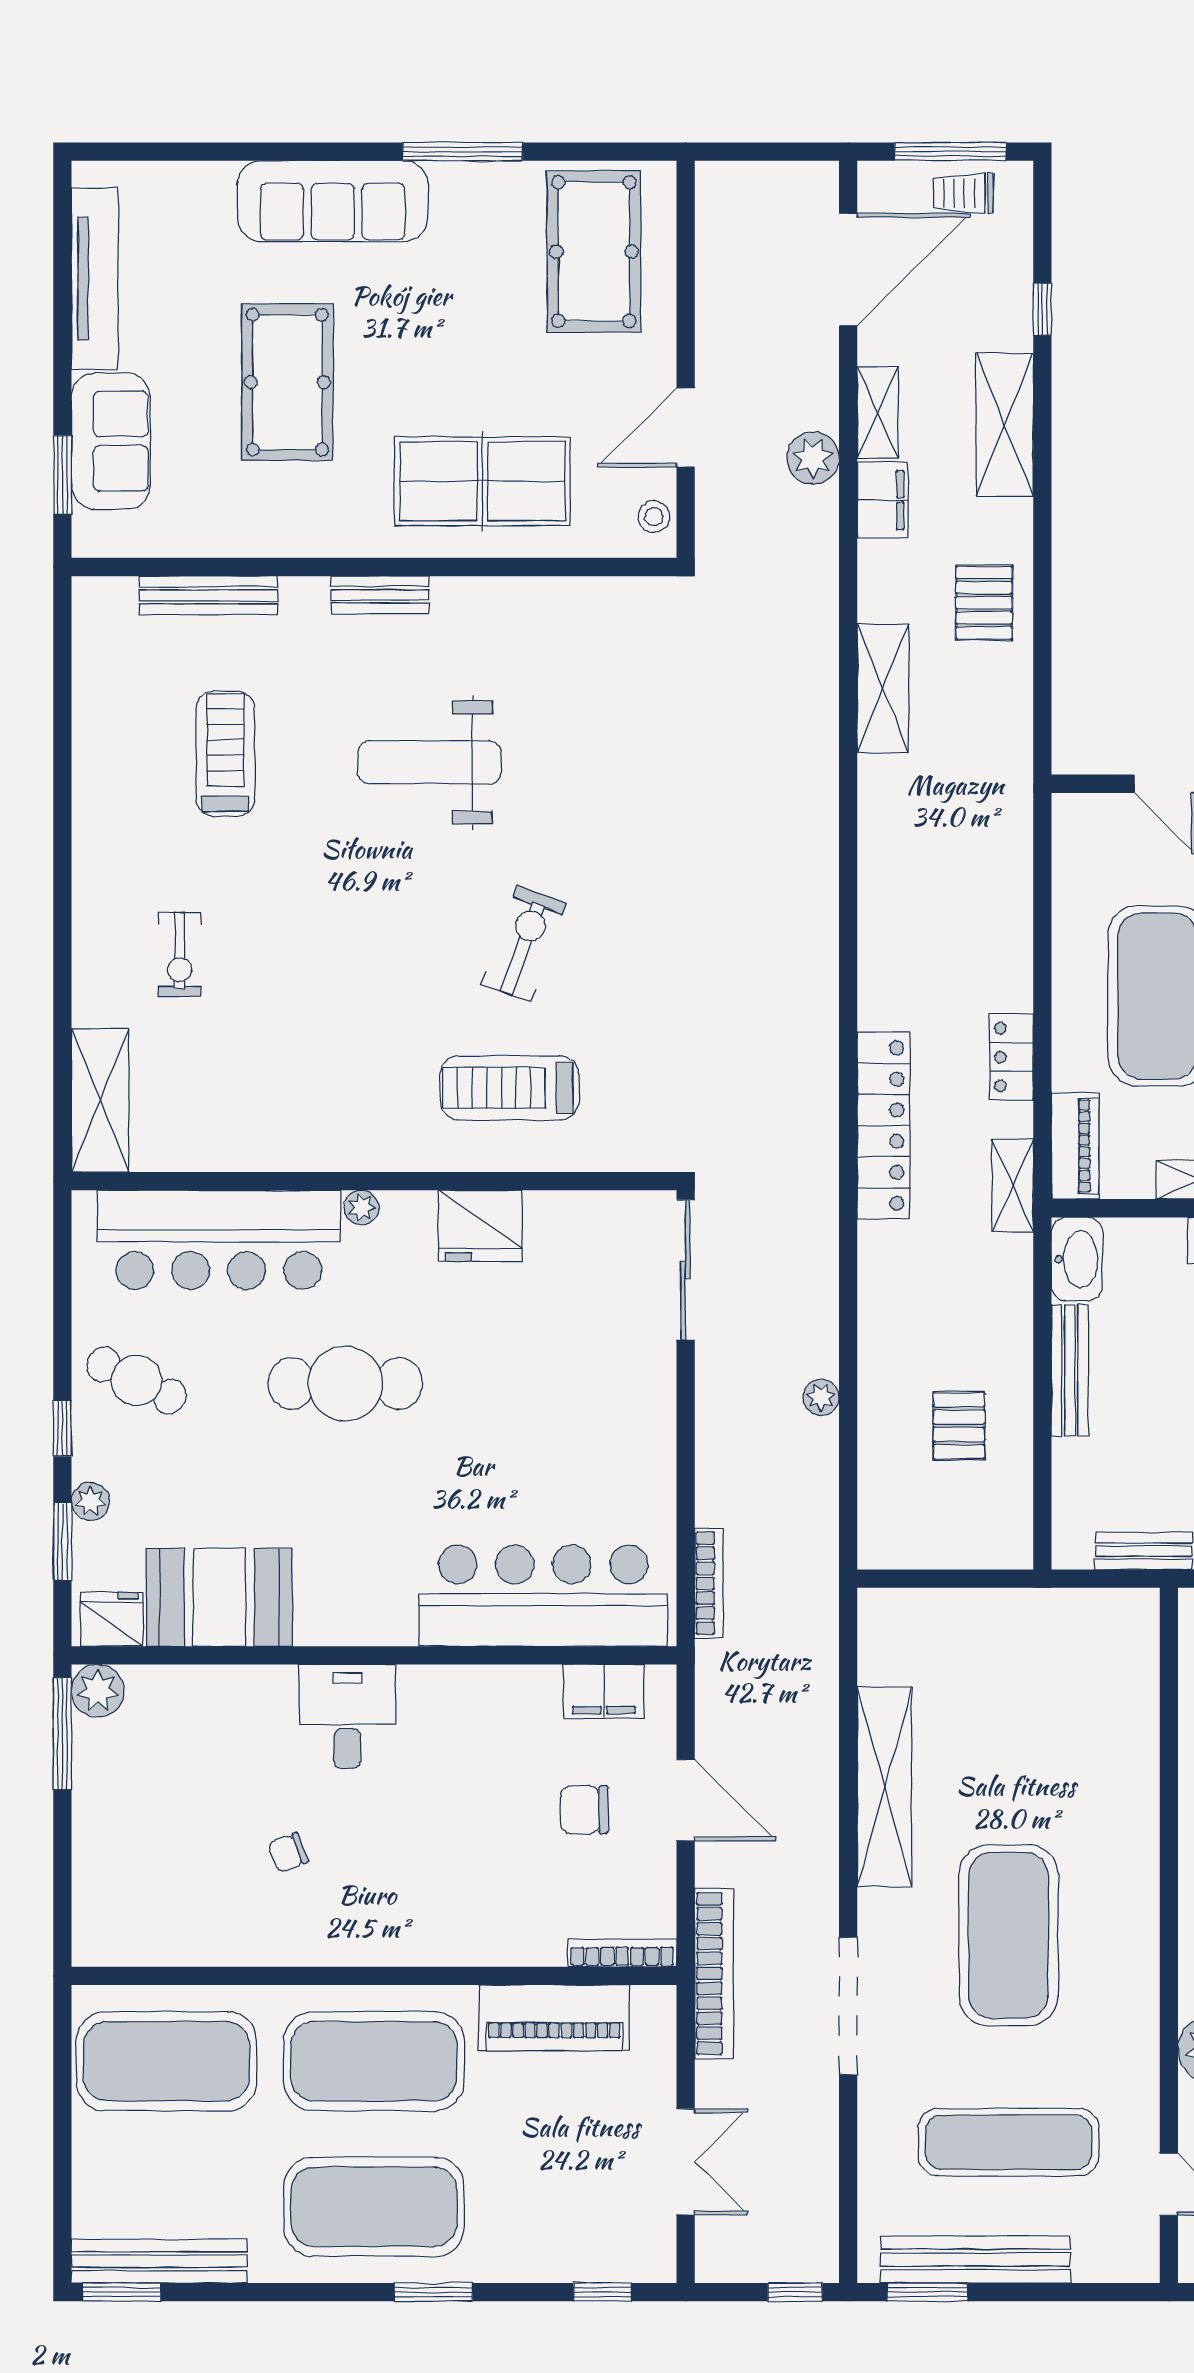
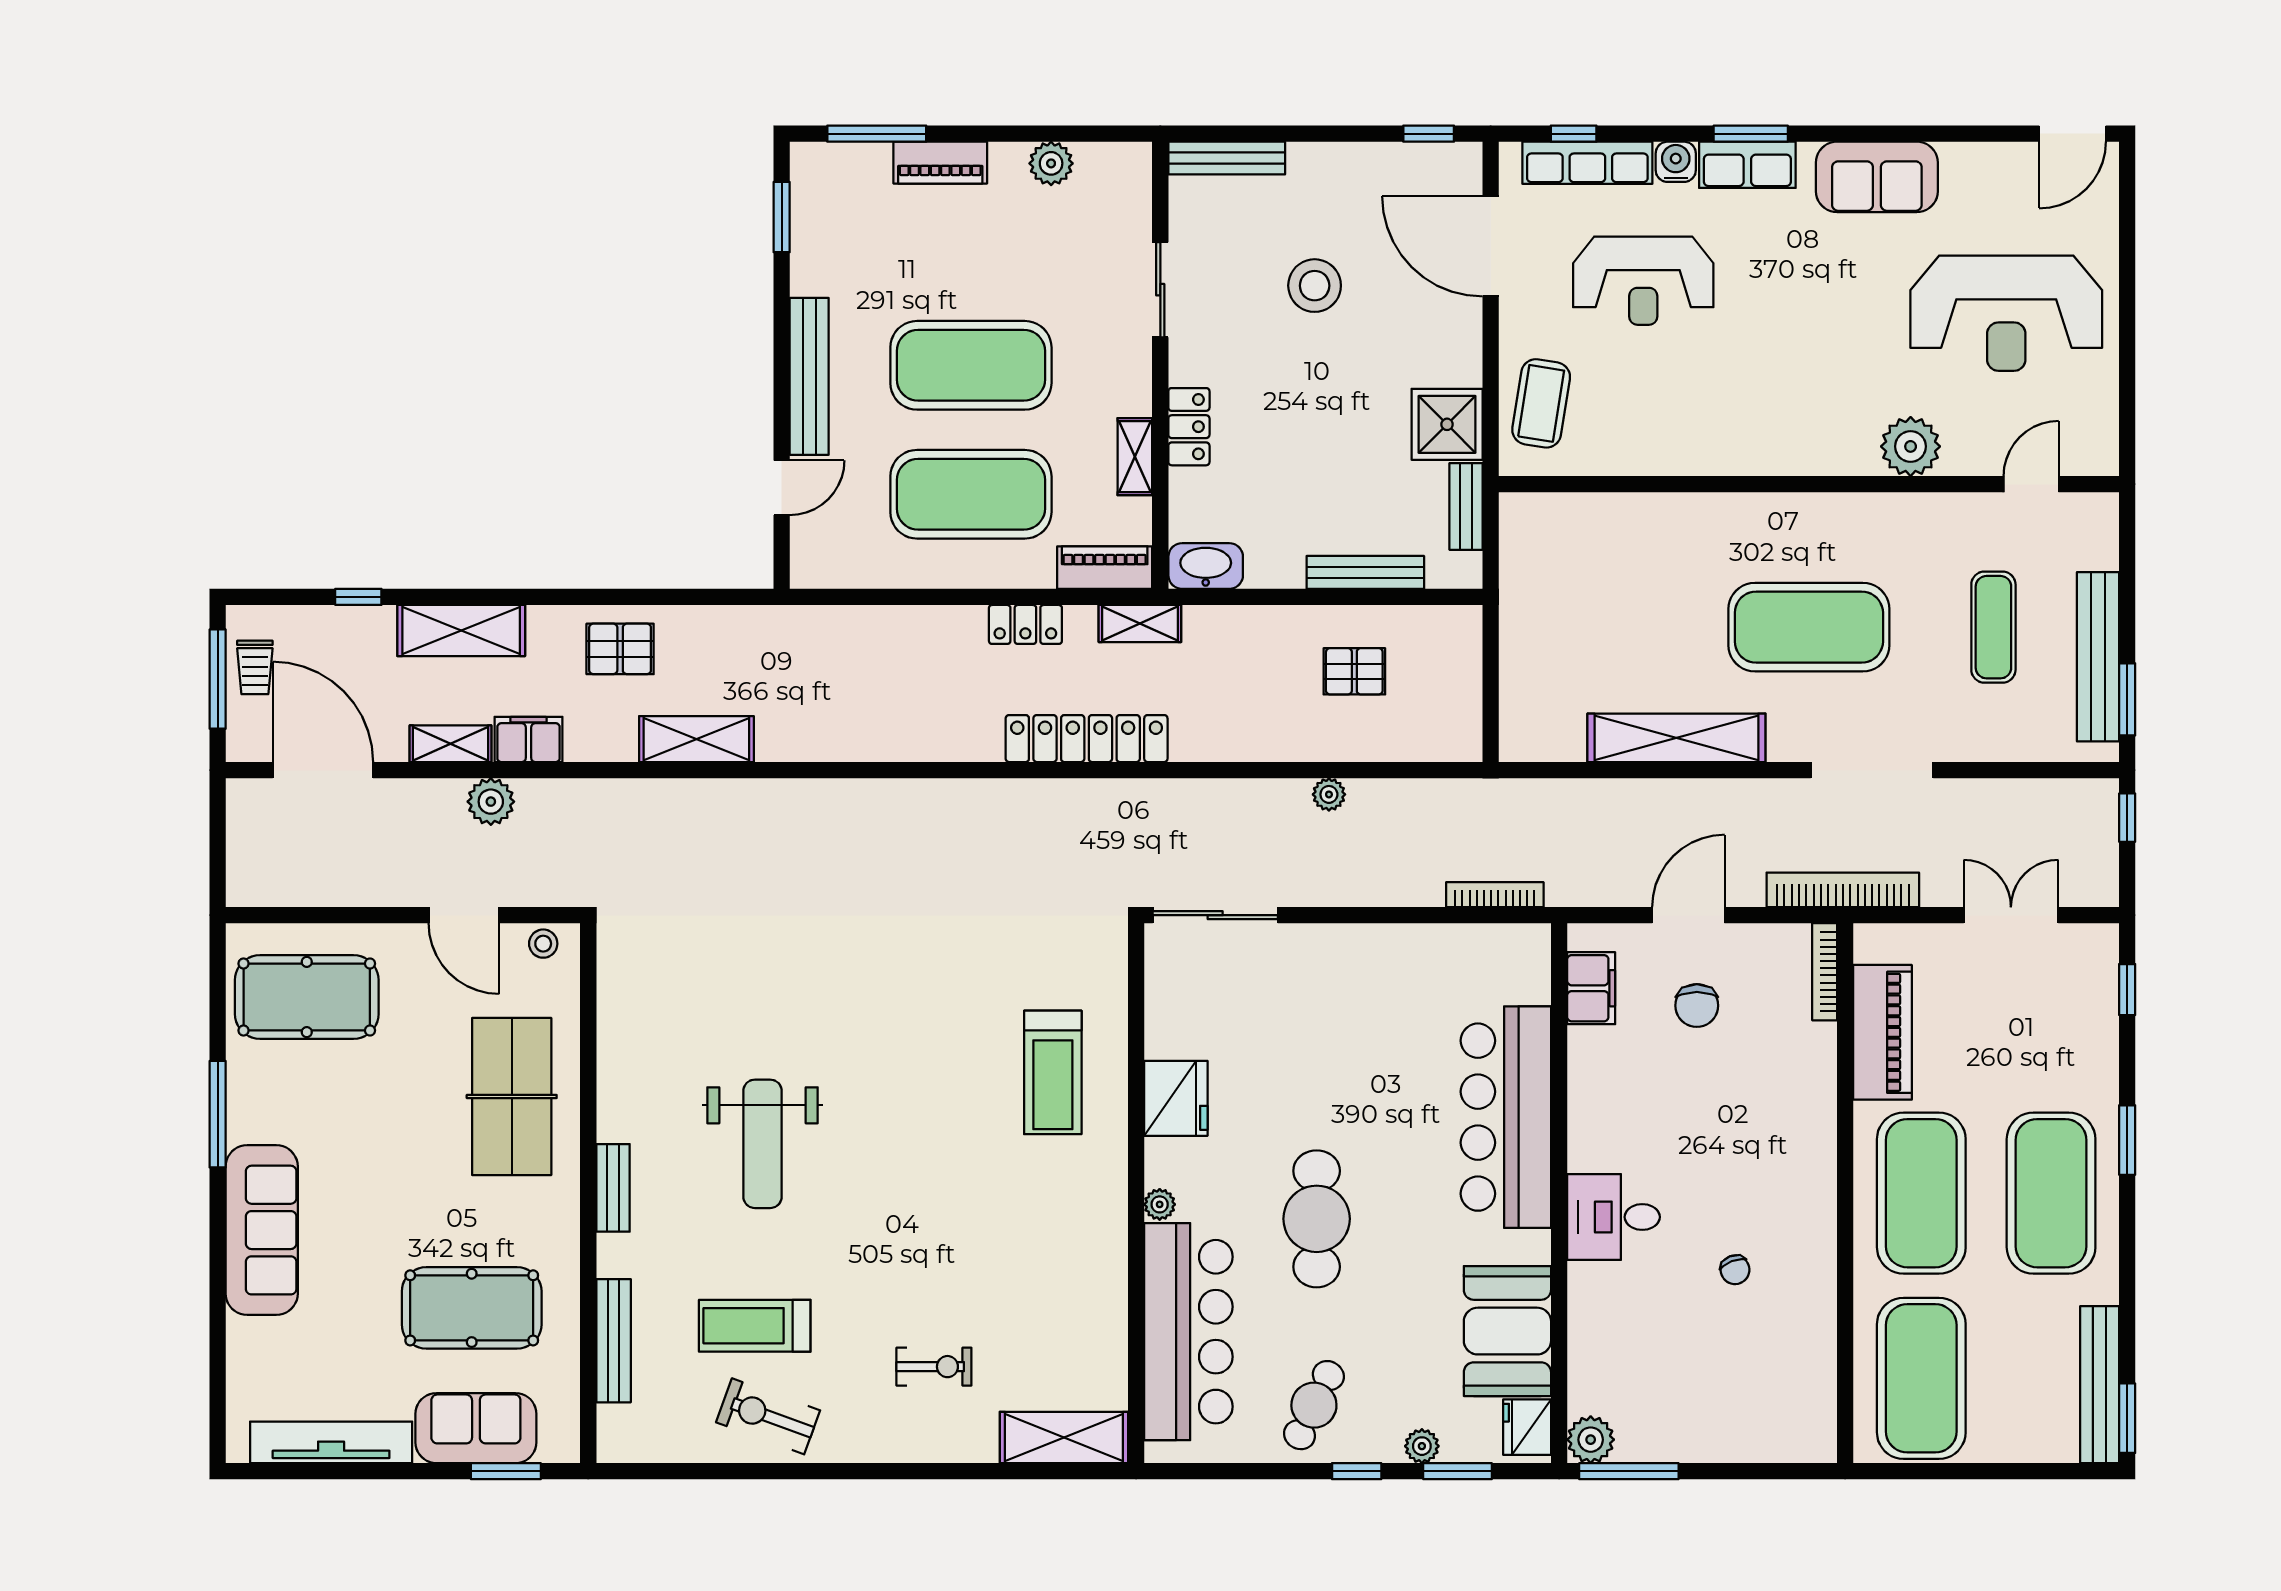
pool table: (287, 382) -> (472, 1308), moved
exercise bike: (524, 944) -> (768, 1416), moved
bench: (1070, 1370) -> (1365, 572), moved
bar counter: (543, 1596) -> (1506, 1117), moved
exercise mat: (1008, 2142) -> (1993, 627), width x0.73, depth x0.69

